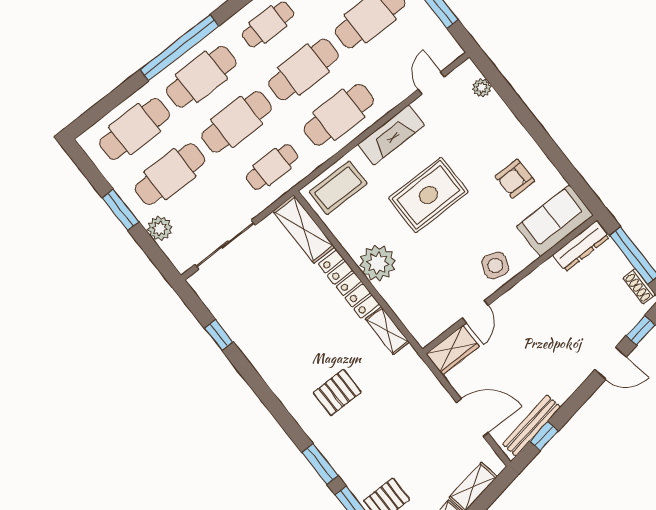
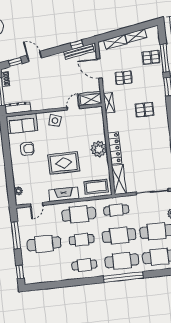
cafe table: (303, 70) -> (82, 240), width x0.73, depth x0.74
shelving: (387, 331) -> (109, 103), moved
pallet: (415, 429) -> (124, 78), added

